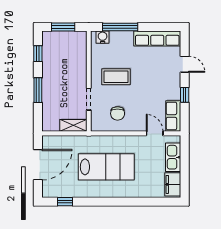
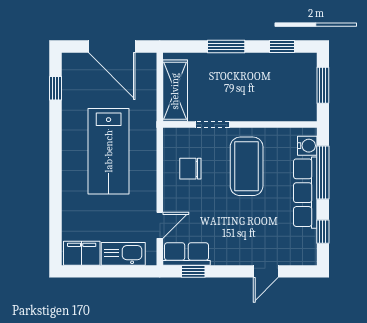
window: (159, 27) -> (323, 232), added
row of seats: (157, 39) -> (305, 193), moved
coffee table: (116, 77) -> (247, 166), width x1.36, depth x1.32
window: (185, 95) -> (193, 271), moved
shelving: (73, 125) -> (175, 91), width x1.50, depth x1.33

